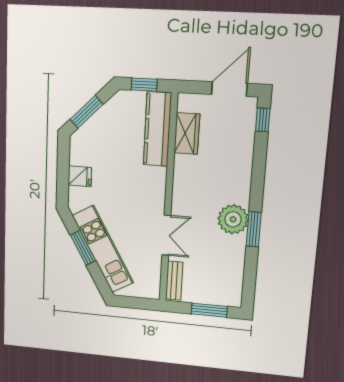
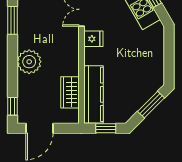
fridge: (80, 176) -> (93, 39), moved, turned 180
plant: (233, 219) -> (29, 62), moved

